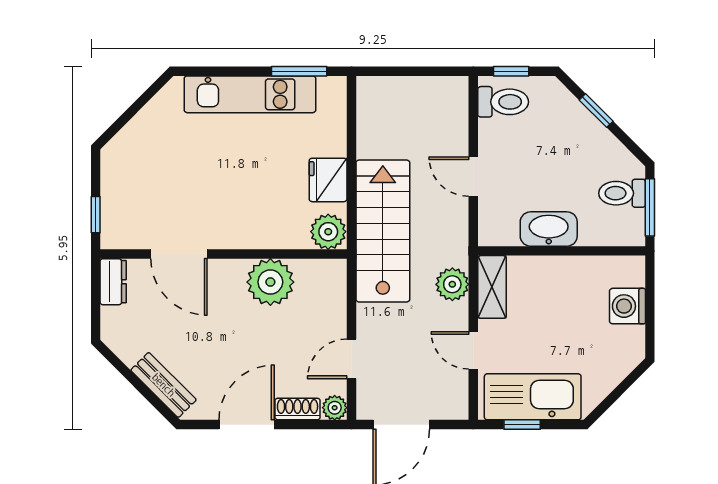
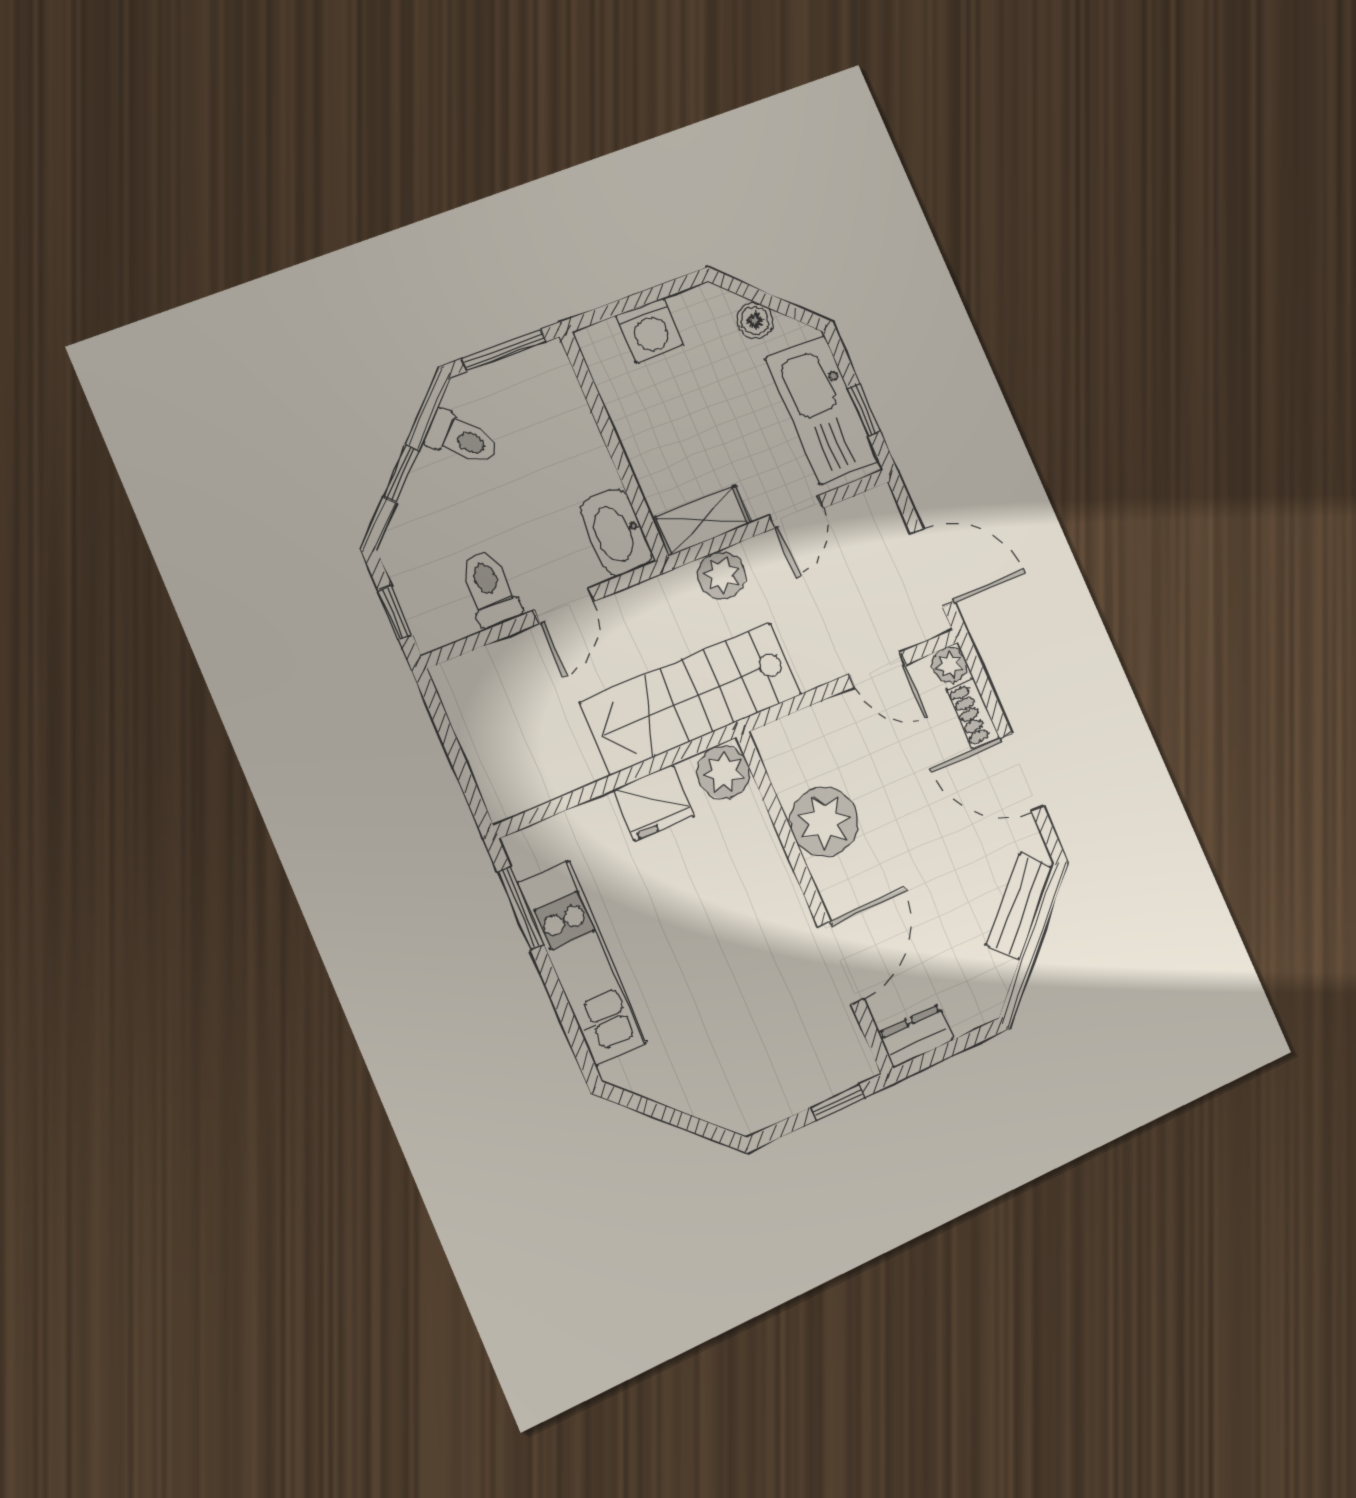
toilet: (503, 102) -> (489, 588), moved
toilet: (622, 193) -> (462, 439), moved, turned -45
washbasin: (549, 229) -> (616, 532), moved
boiler: (608, 378) -> (755, 321), added

